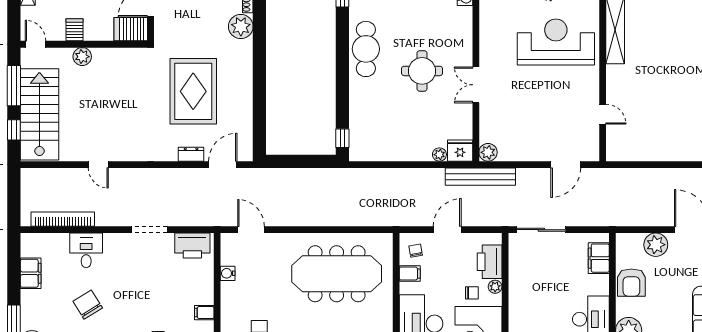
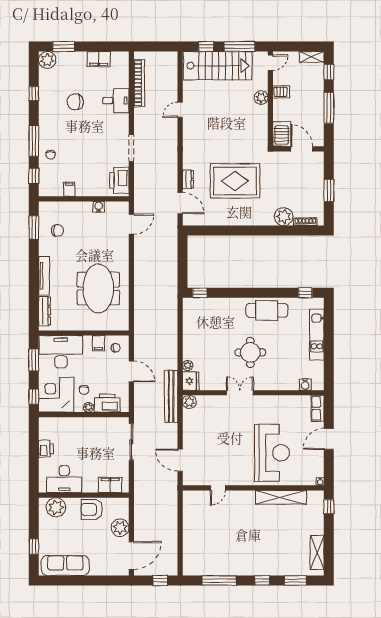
meeting table: (337, 274) -> (98, 288), width x0.73
chair: (88, 305) -> (75, 102), turned -148

